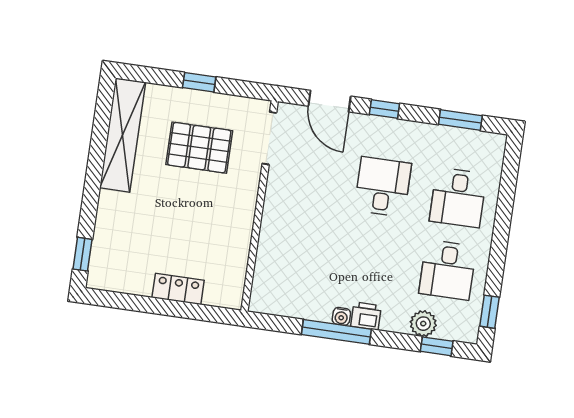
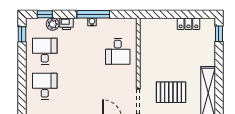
desk: (383, 187) -> (118, 51), moved
locker: (178, 289) -> (188, 24), moved
printer: (366, 316) -> (66, 24), moved

